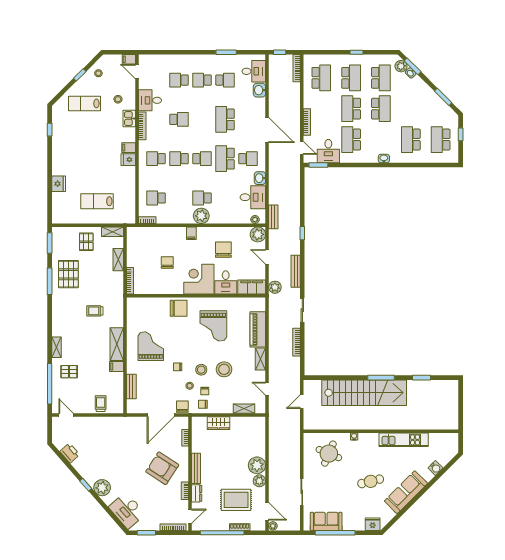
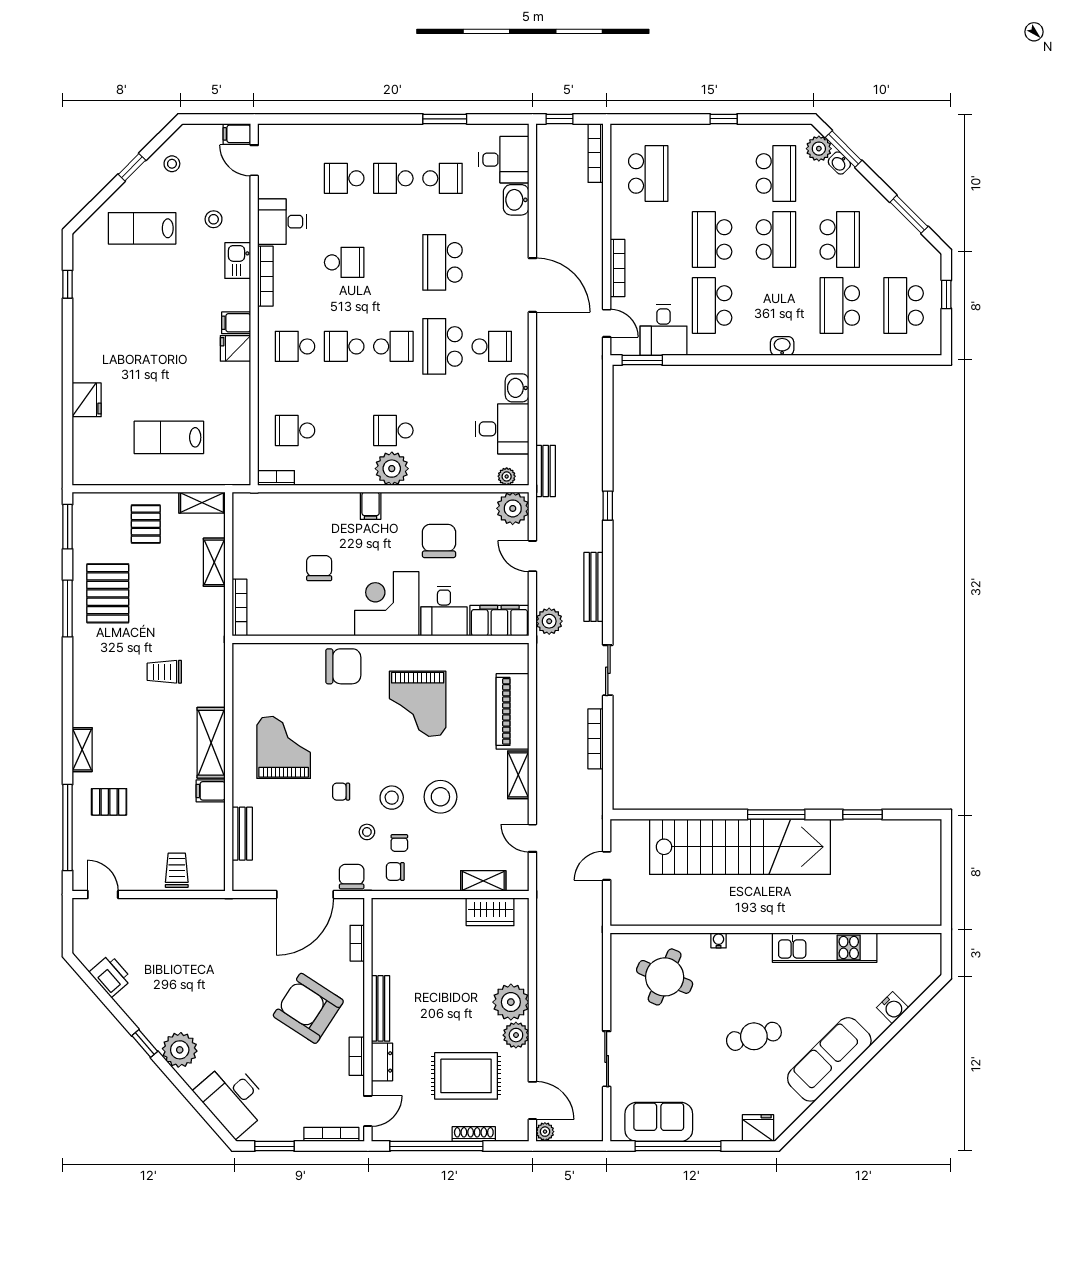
school desk: (351, 78) -> (840, 239), moved
wardrobe: (218, 423) -> (490, 912), moved

